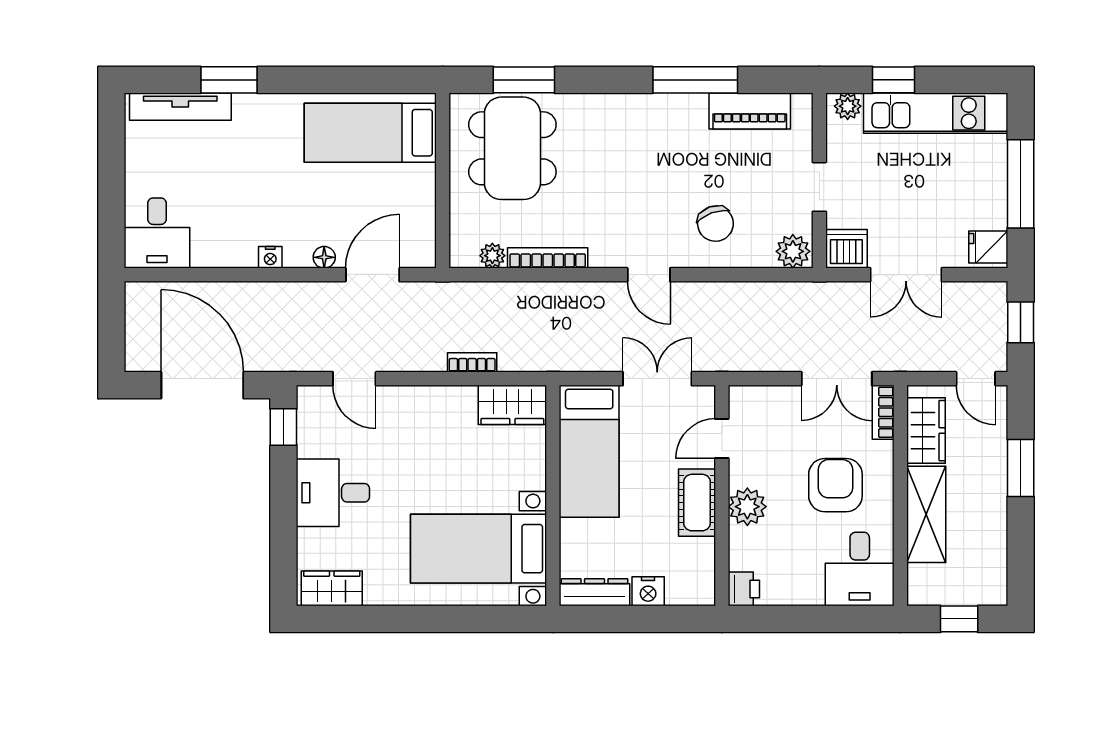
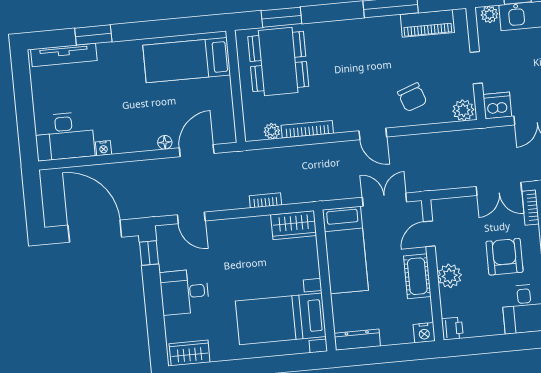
desk: (157, 233) -> (64, 136), width x1.37
nightstand: (270, 257) -> (104, 148), moved
nightstand: (648, 591) -> (424, 333), moved

